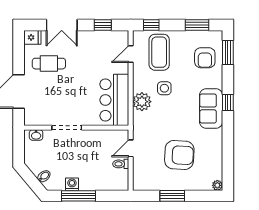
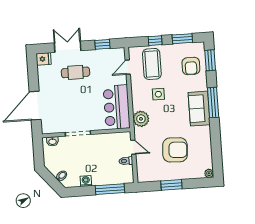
double door: (62, 25) -> (68, 47), swing flipped
window: (151, 25) -> (155, 41), moved
cafe table: (49, 64) -> (76, 72), moved
plant: (142, 102) -> (141, 119), moved
window: (228, 103) -> (213, 103), width x2.17
door: (131, 148) -> (133, 147), swing flipped
window: (79, 196) -> (110, 189), moved

